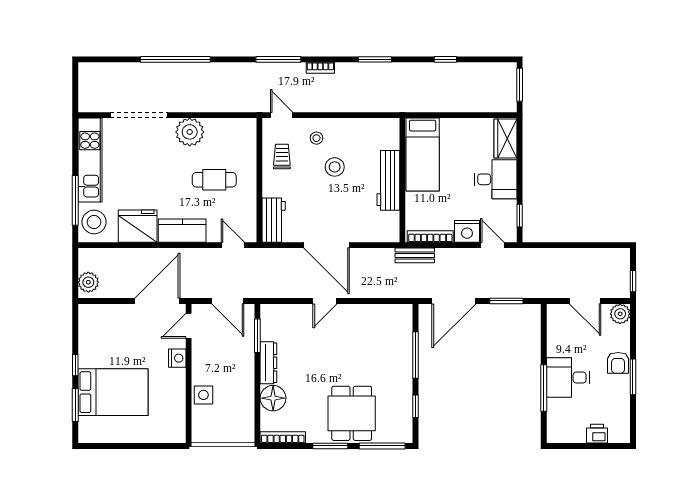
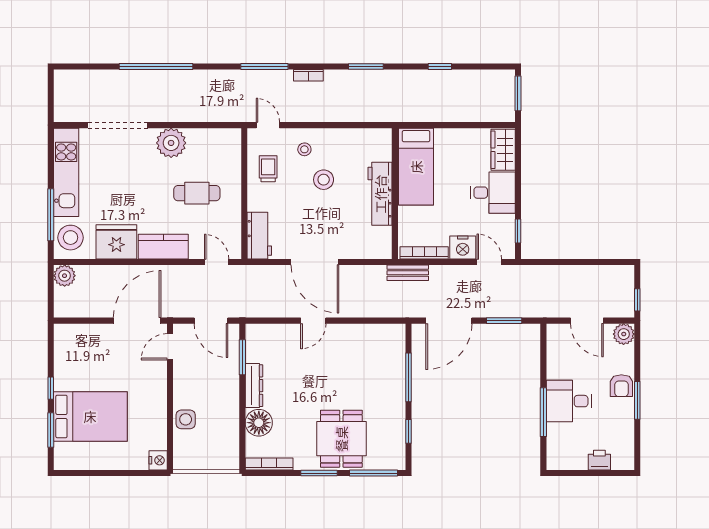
plant: (88, 282) -> (65, 276), moved
nightstand: (177, 358) -> (158, 460), moved

